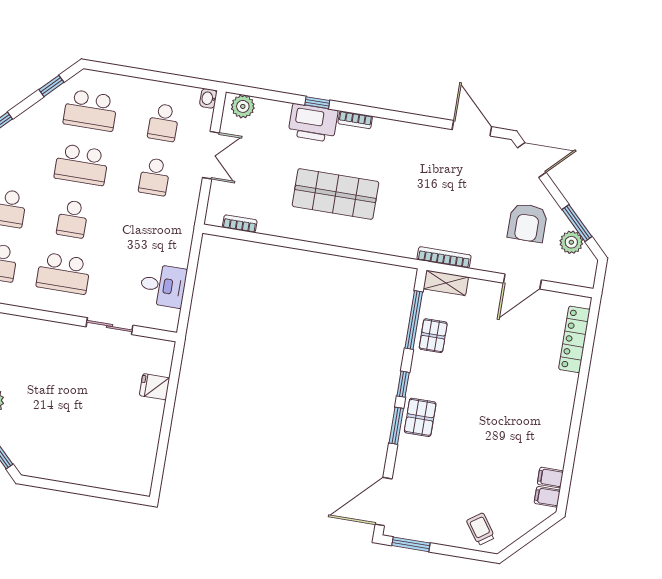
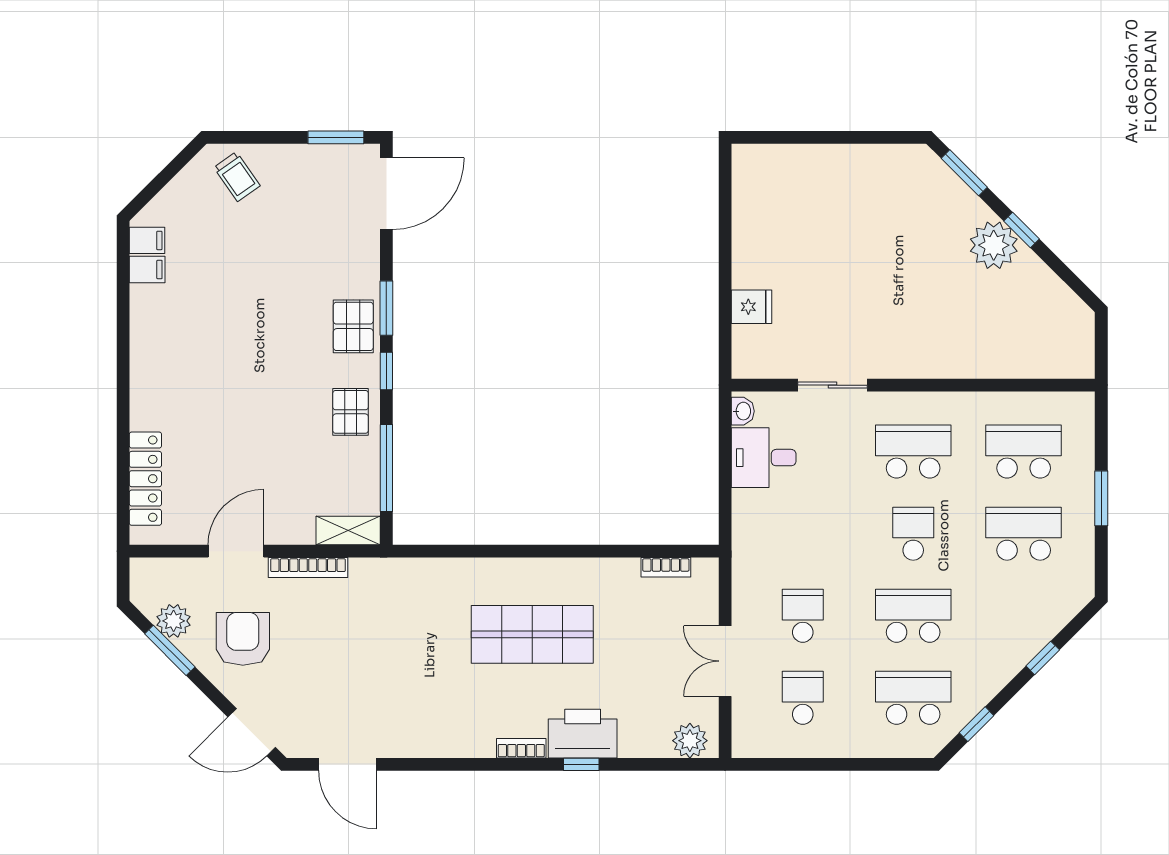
washbasin: (208, 98) -> (743, 411), moved
bookcase: (444, 257) -> (308, 568), moved
pallet: (433, 336) -> (351, 412), moved

